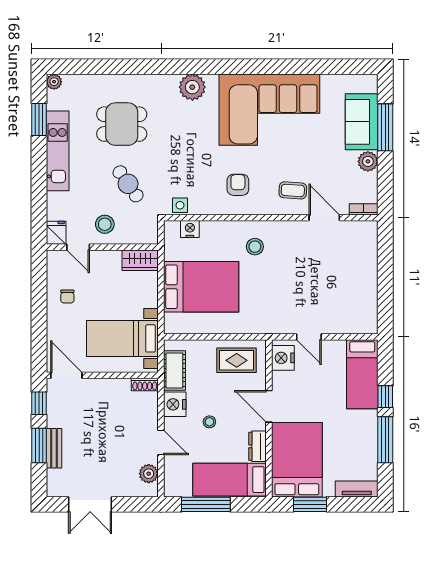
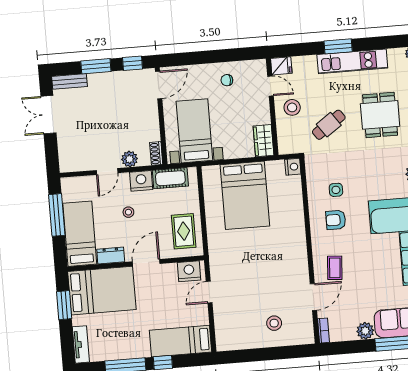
window: (39, 119) -> (338, 46), moved
armchair: (238, 185) -> (336, 220), turned 180
side table: (180, 205) -> (336, 190), moved
nightstand: (190, 229) -> (293, 167), moved
door: (78, 247) -> (270, 86), swing flipped
stool: (255, 247) -> (274, 323), moved
bench: (54, 448) -> (69, 81), moved
plant: (149, 474) -> (130, 159), moved

